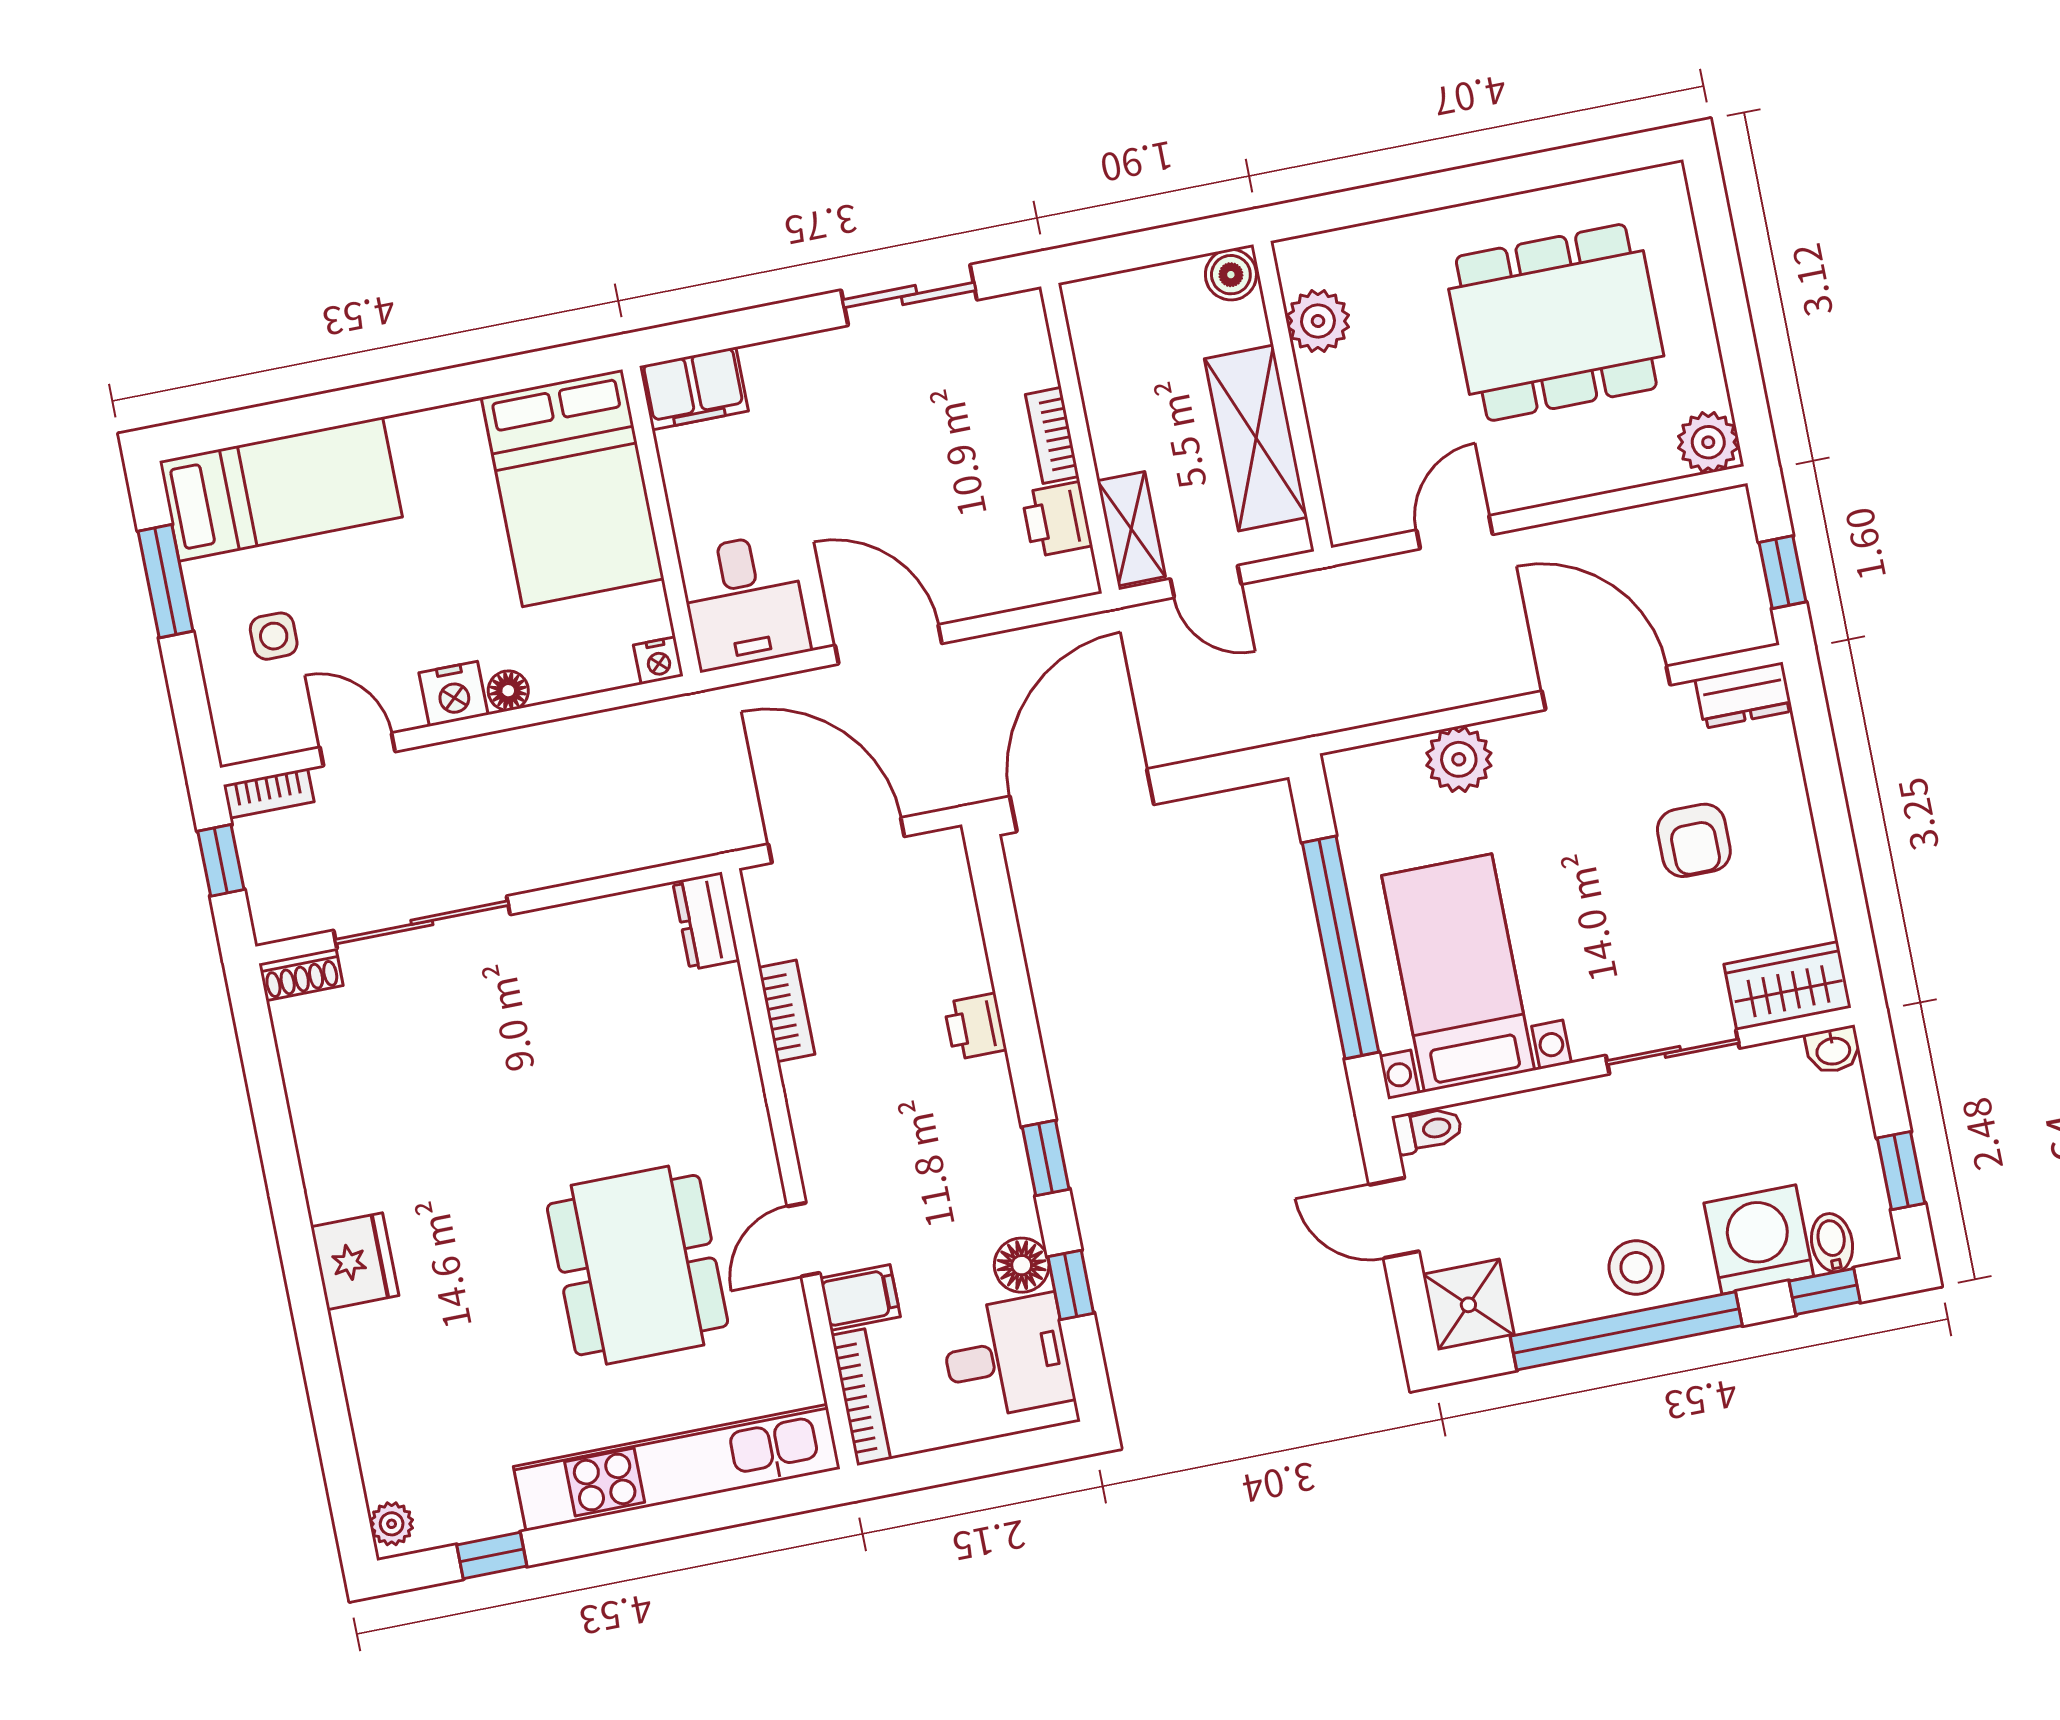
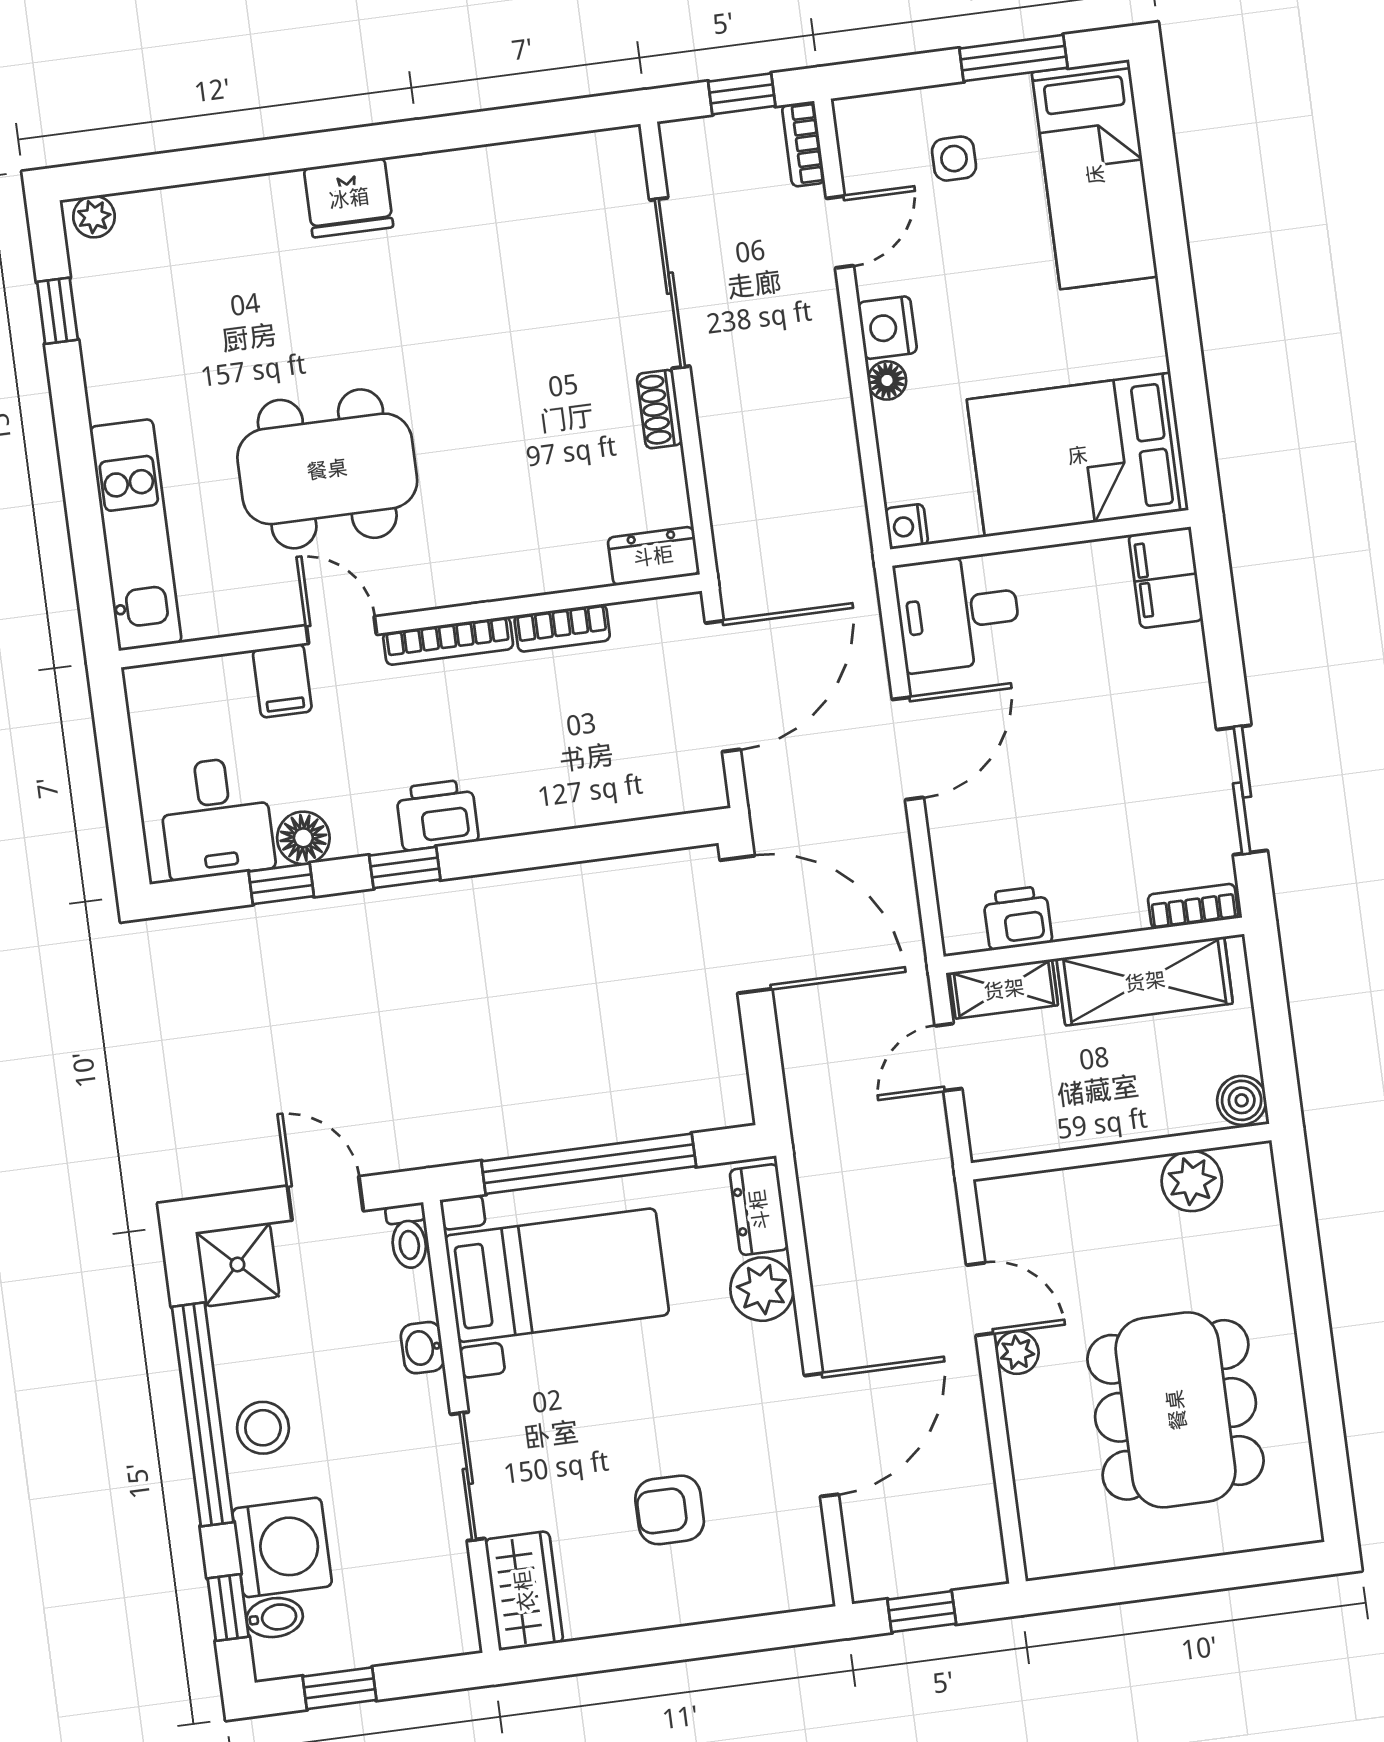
bookcase: (1052, 435) -> (1193, 906), moved
shelving: (1256, 438) -> (1145, 981), moved
plant: (1708, 442) -> (1017, 1353), moved, width x0.73, depth x0.73
dresser: (1744, 695) -> (759, 1210), moved
shoe rack: (301, 975) -> (660, 409), moved
printer: (975, 1026) -> (437, 815), moved, width x1.36, depth x1.24
washbasin: (1833, 1050) -> (422, 1348), moved
door: (1394, 1218) -> (325, 1198), hinge flipped
bookcase: (861, 1397) -> (448, 641), moved
kitchen unit: (677, 1468) -> (136, 535), width x0.73

